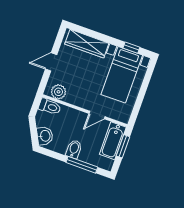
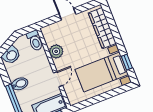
plant: (58, 92) -> (56, 51), moved
door: (97, 115) -> (58, 79), swing flipped

